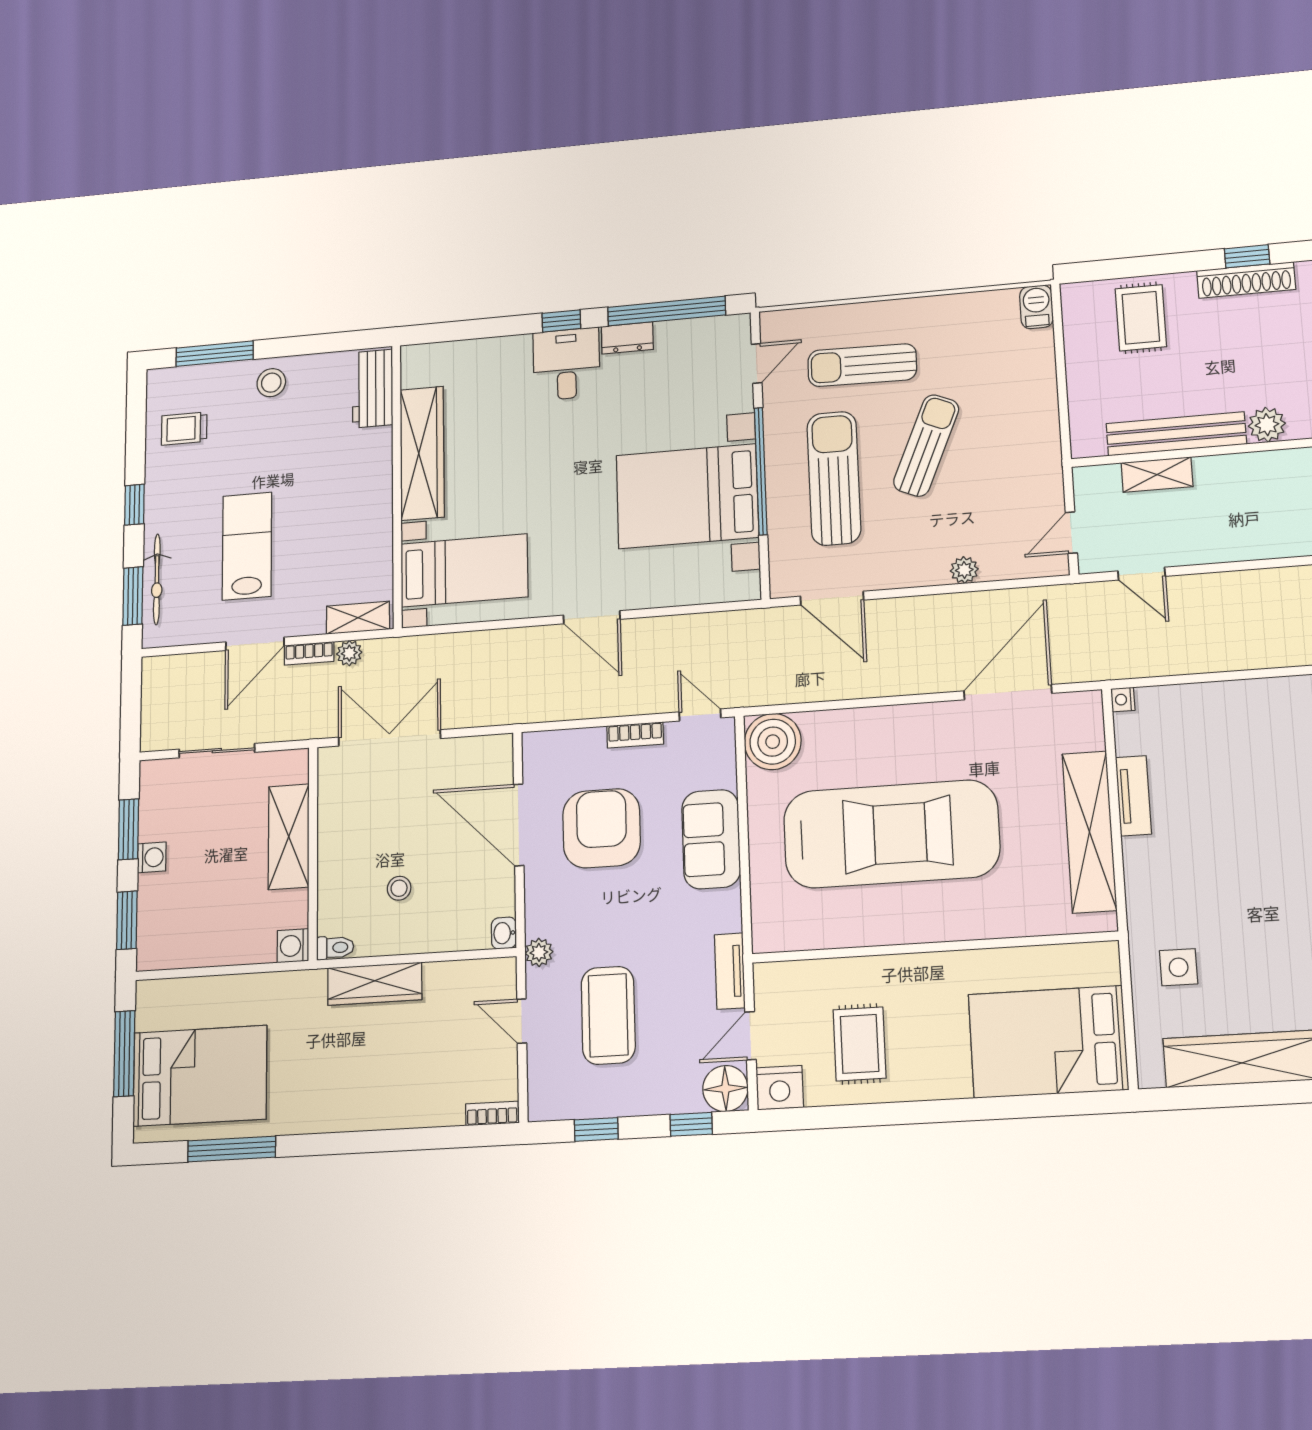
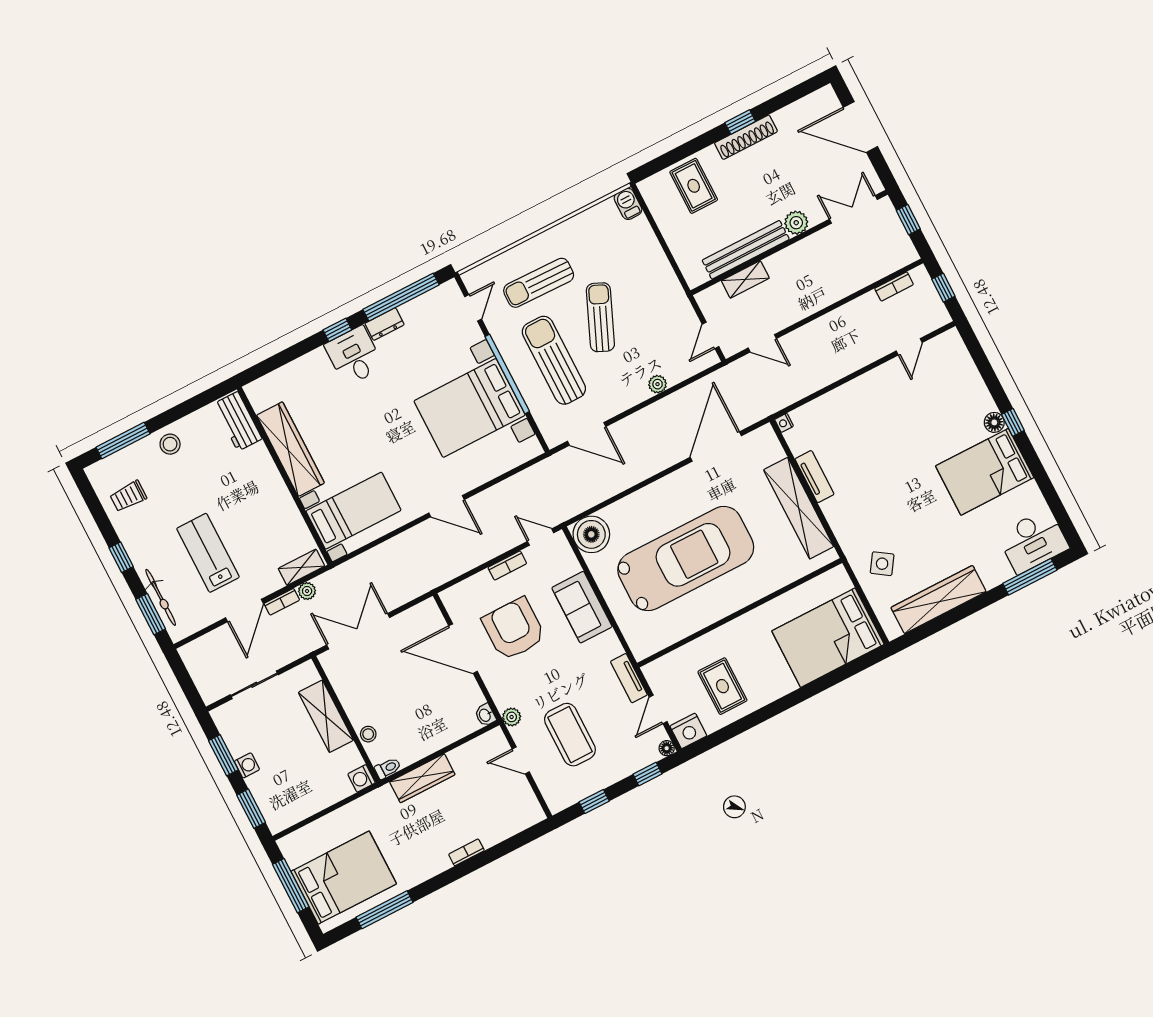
stool: (399, 888) -> (368, 734), moved
side table: (1179, 967) -> (882, 564), turned 34
floor lamp: (725, 1089) -> (667, 748), width x0.53, depth x0.53
bookcase: (492, 1113) -> (466, 852), moved

